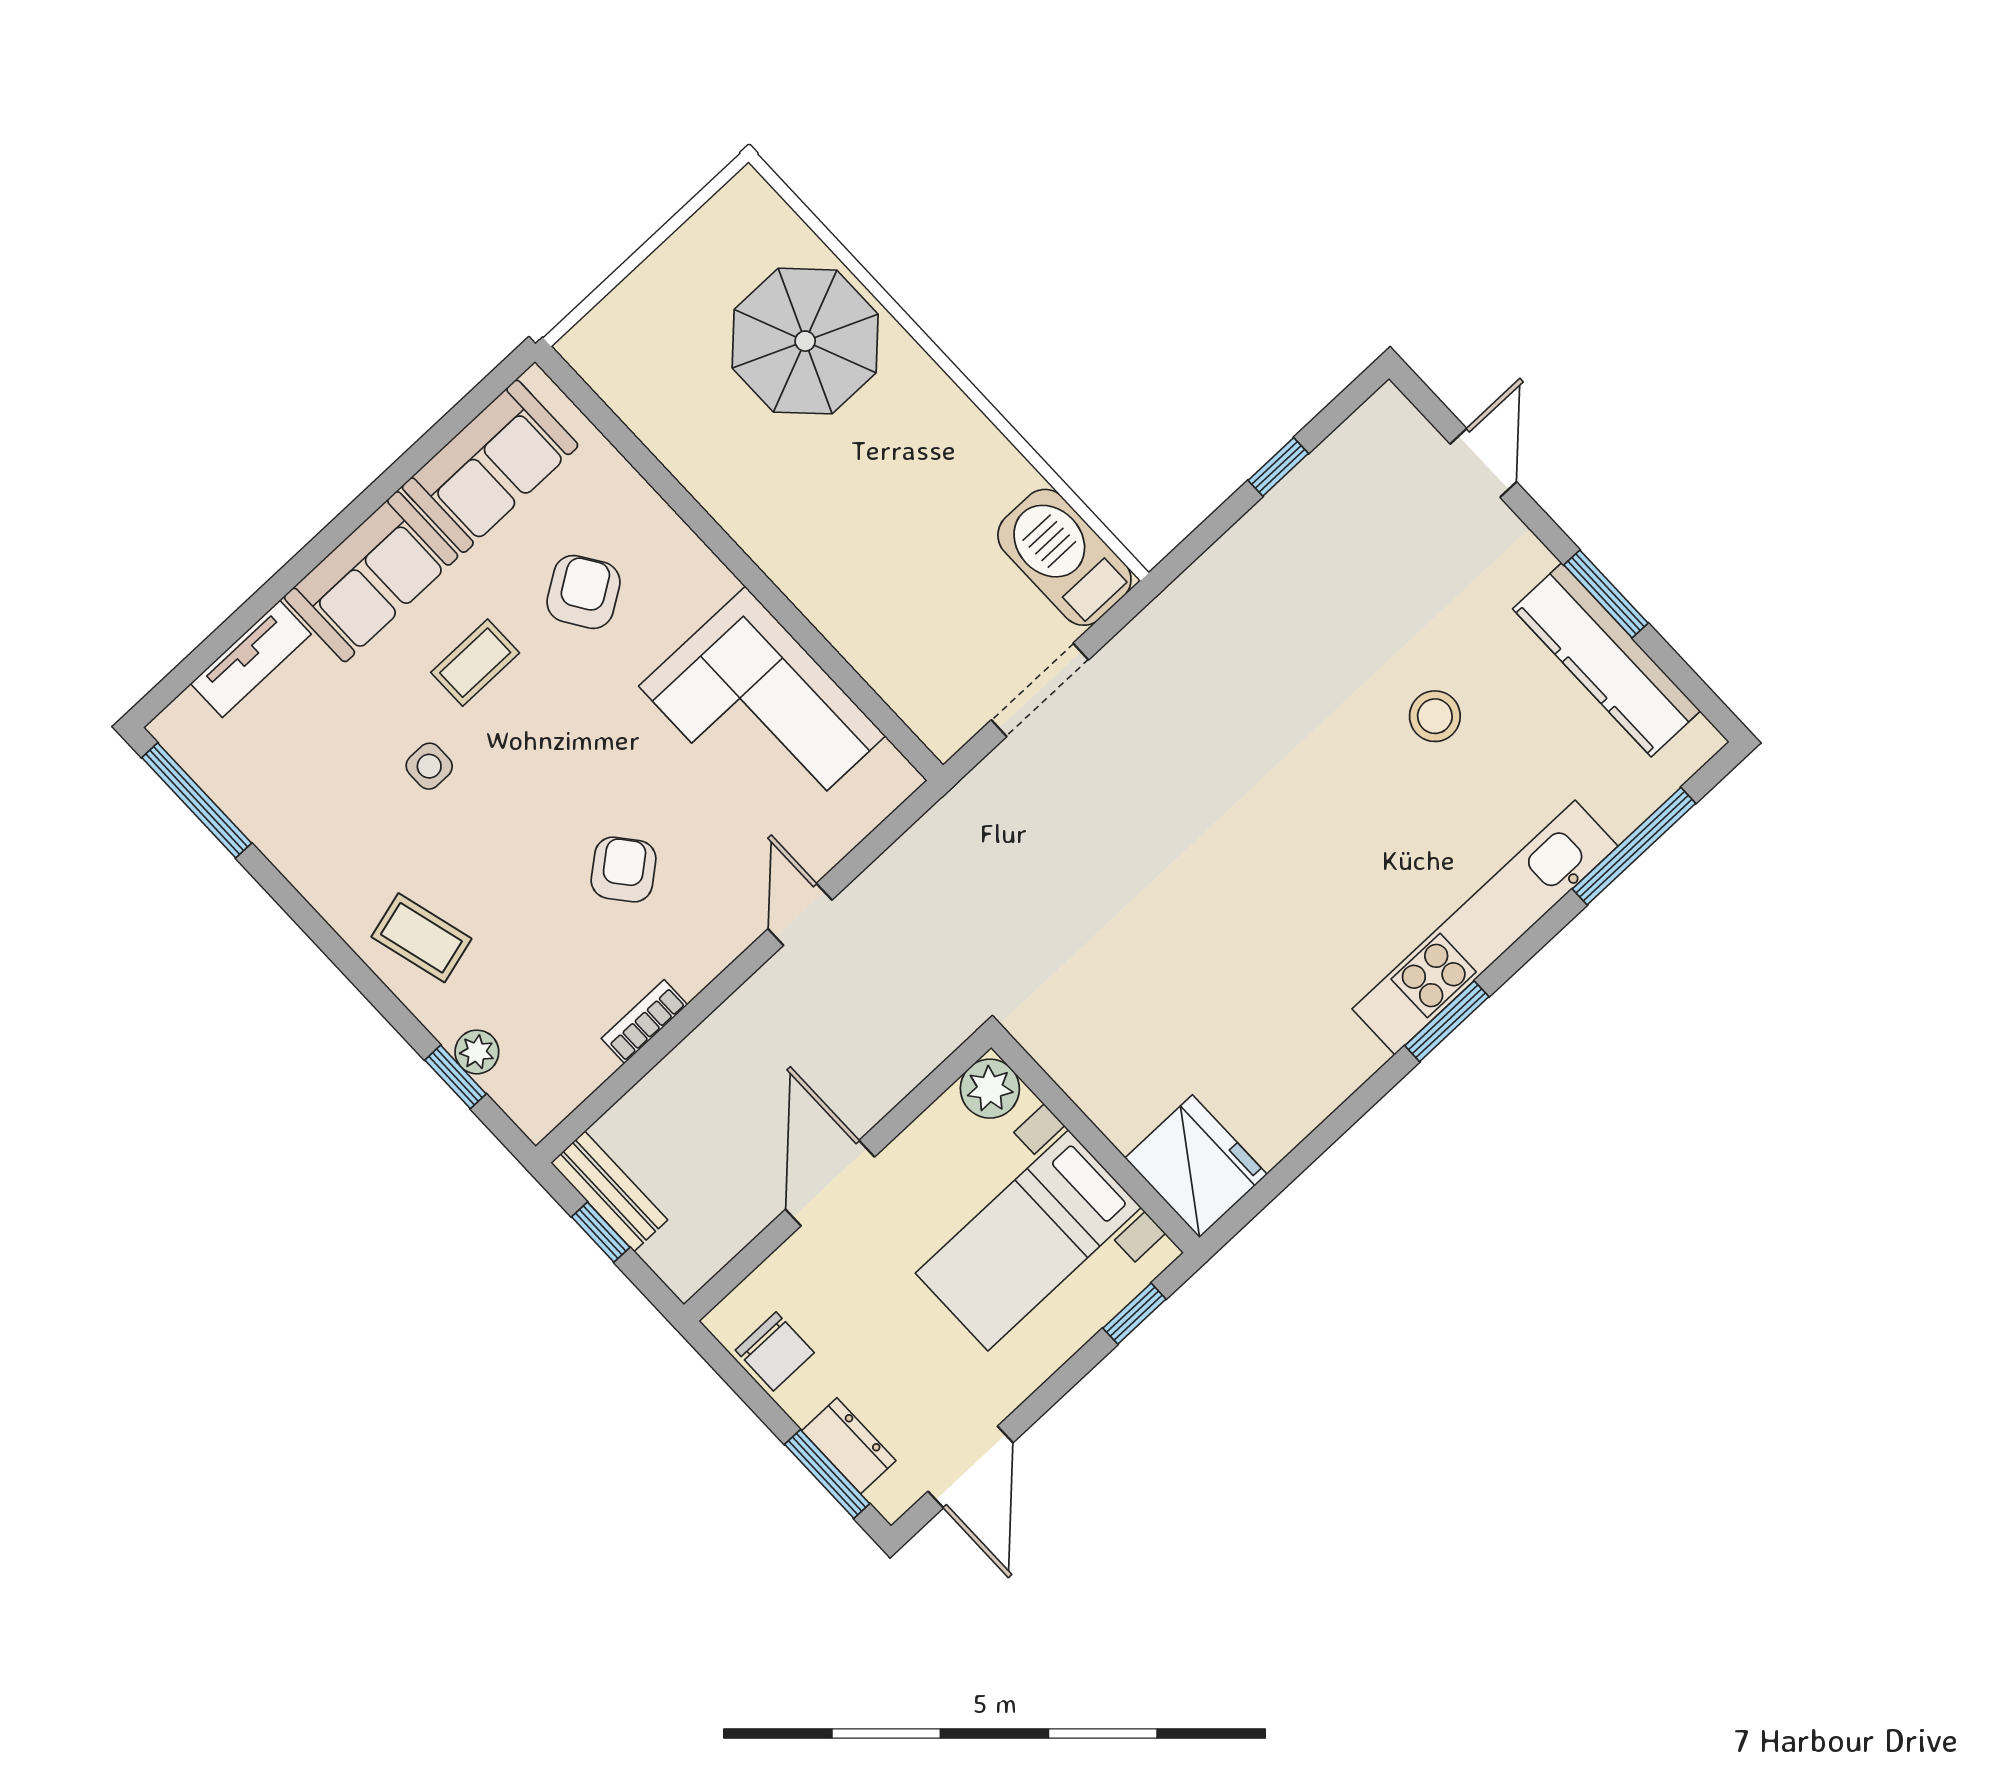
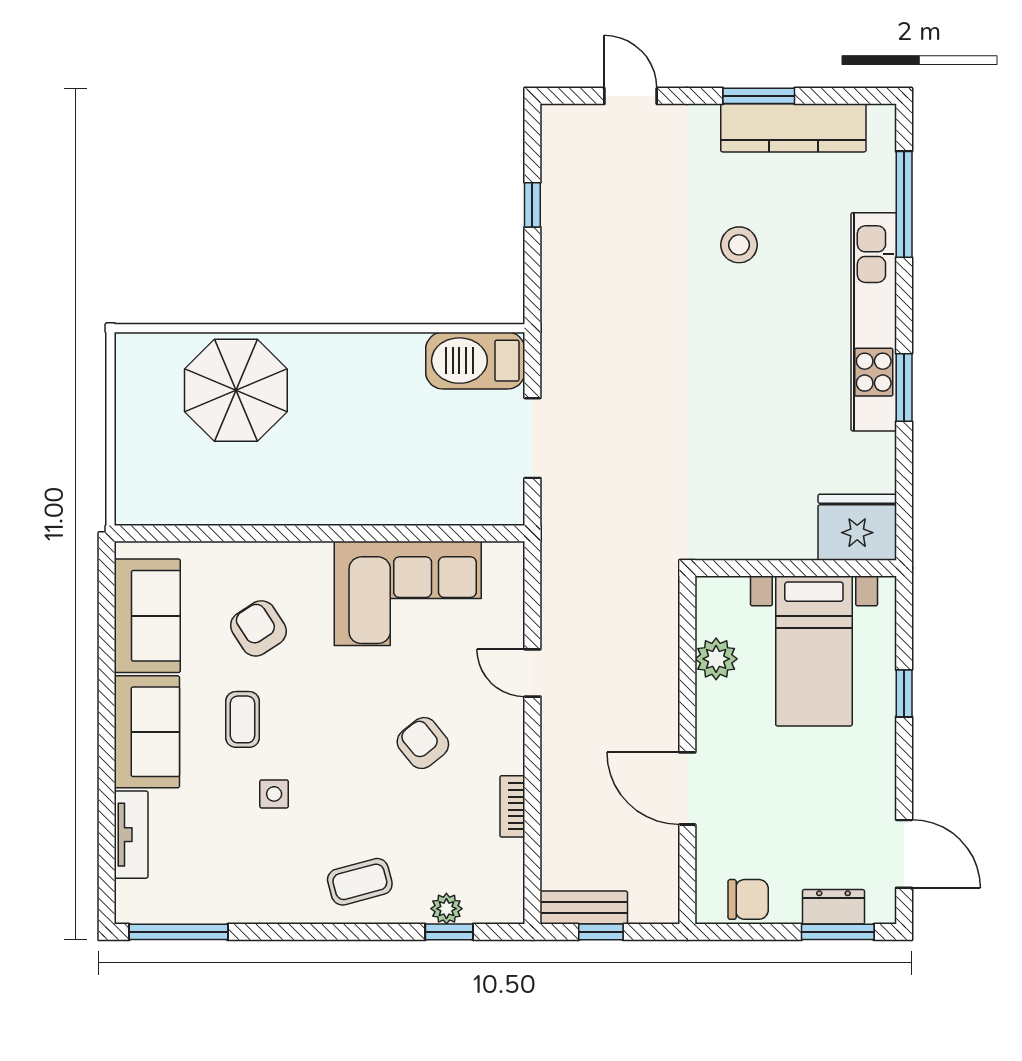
wall: (1095, 1142) -> (796, 568), moved
fridge: (1196, 1166) -> (857, 527), moved
bed with nightstands: (1028, 1240) -> (814, 651), moved

